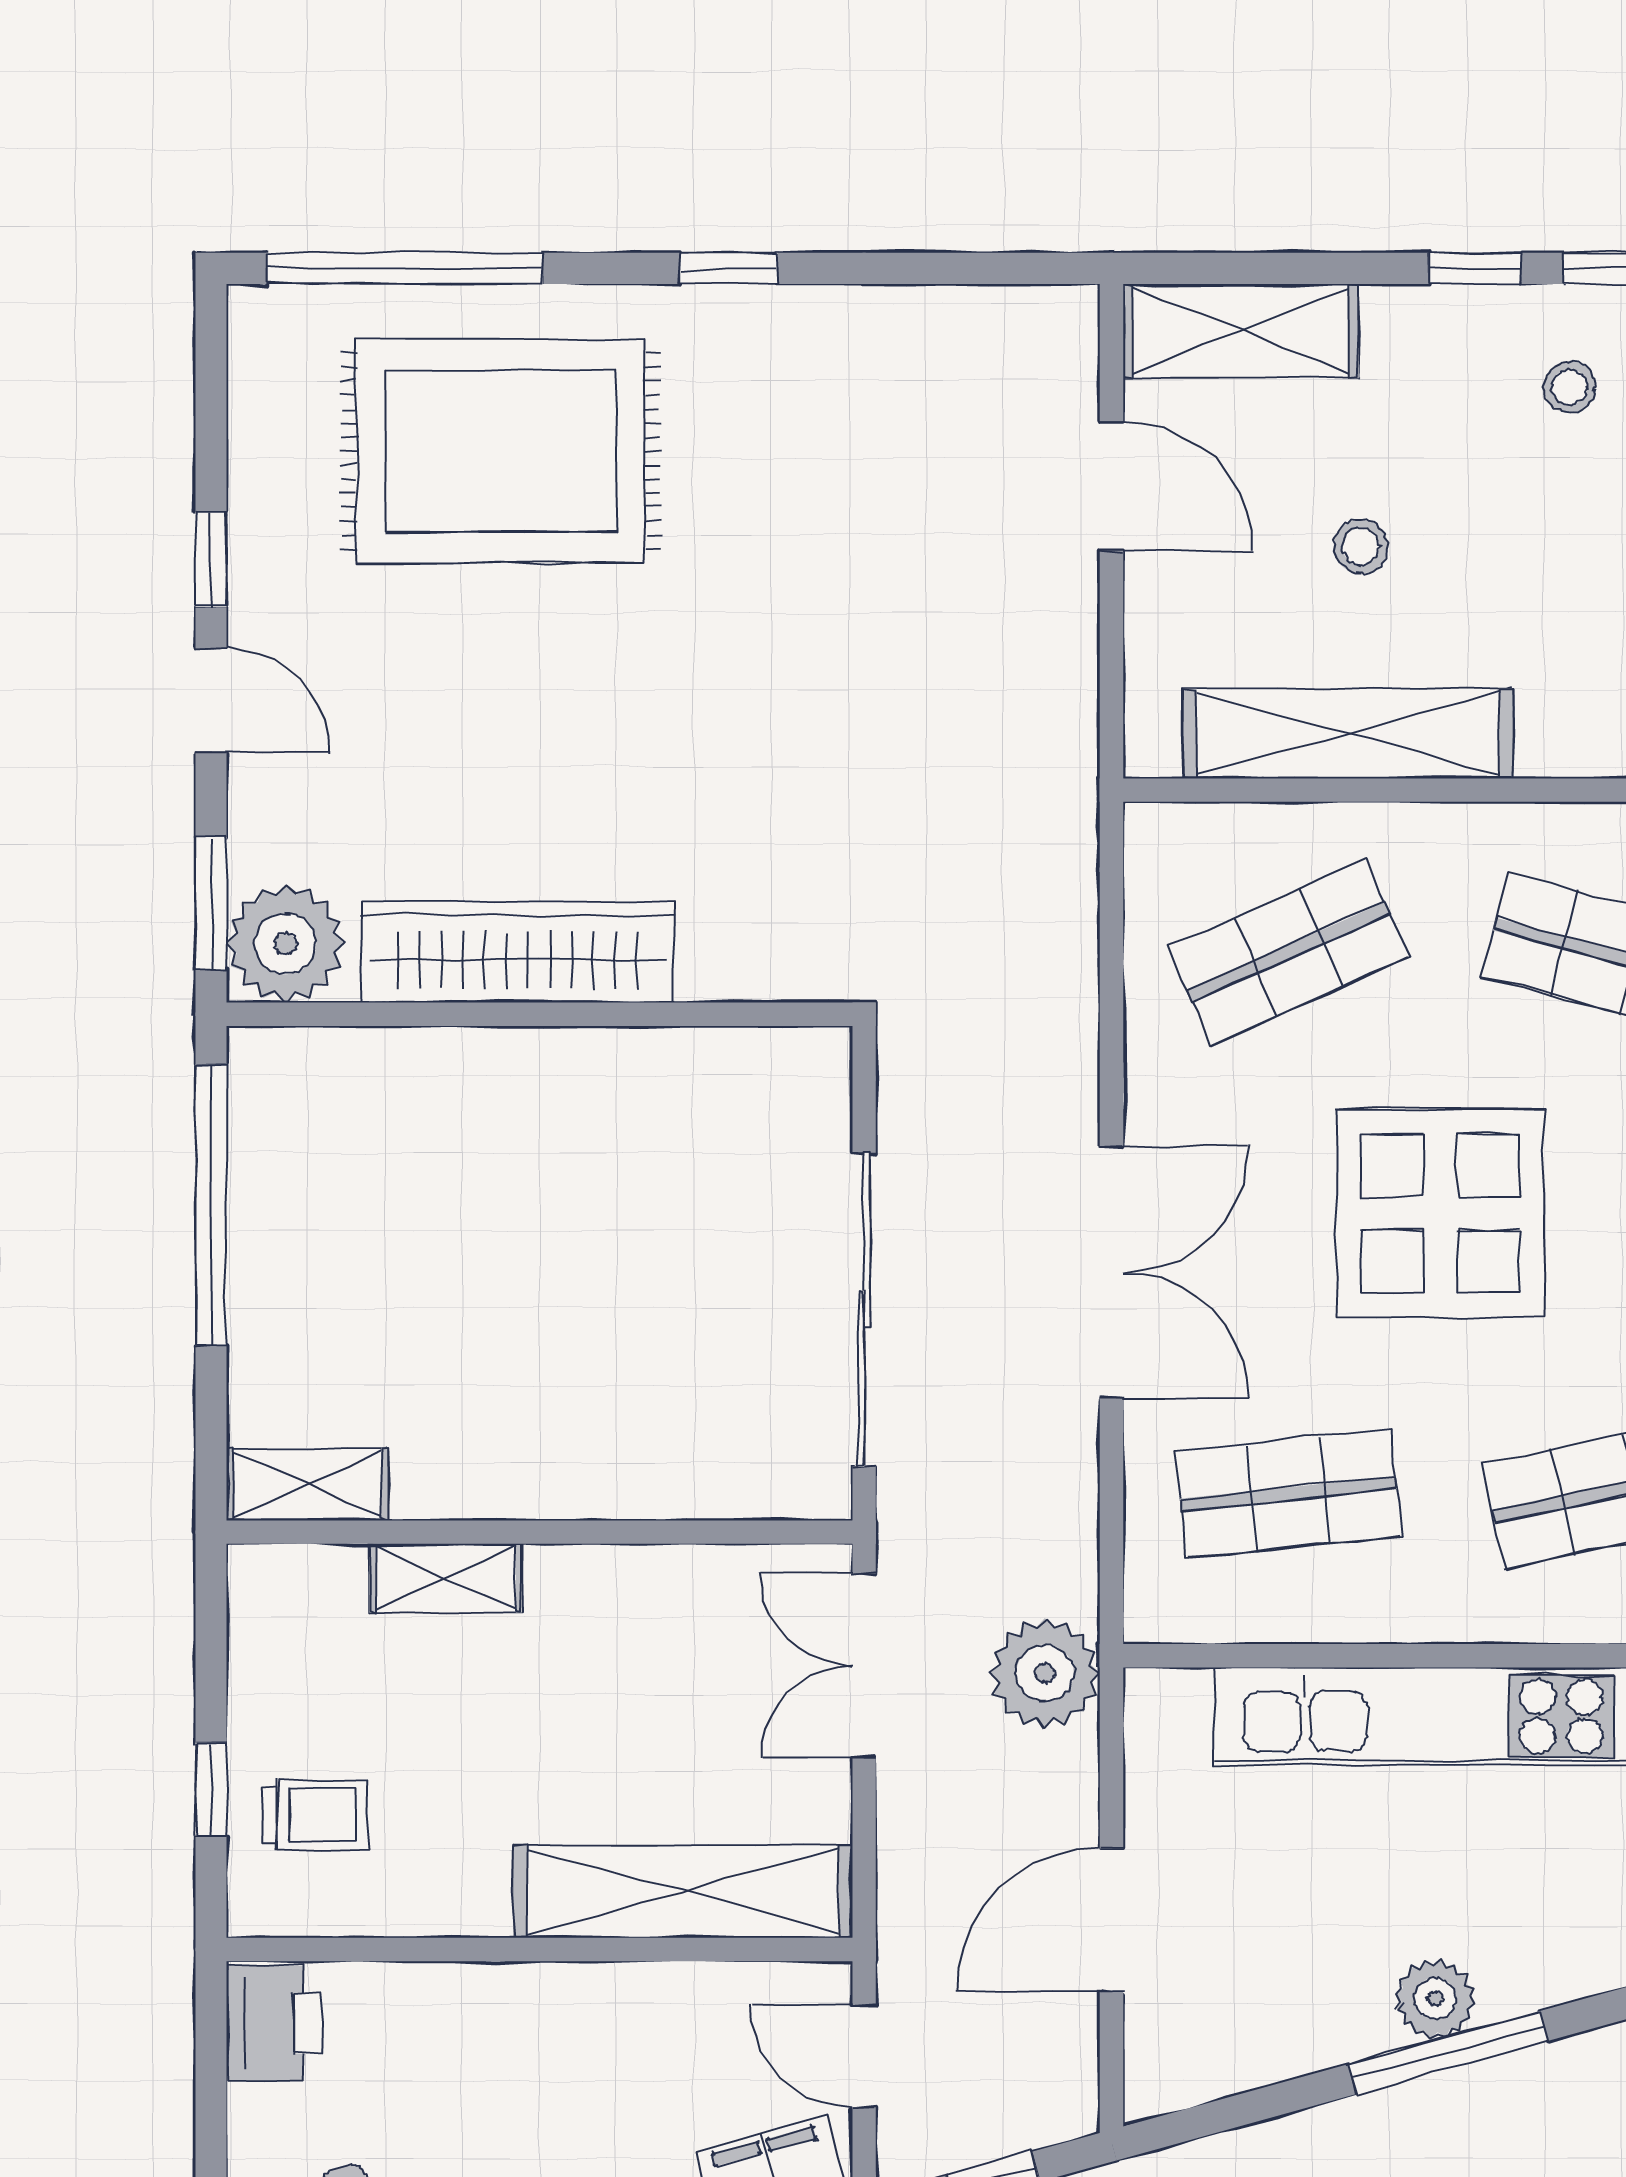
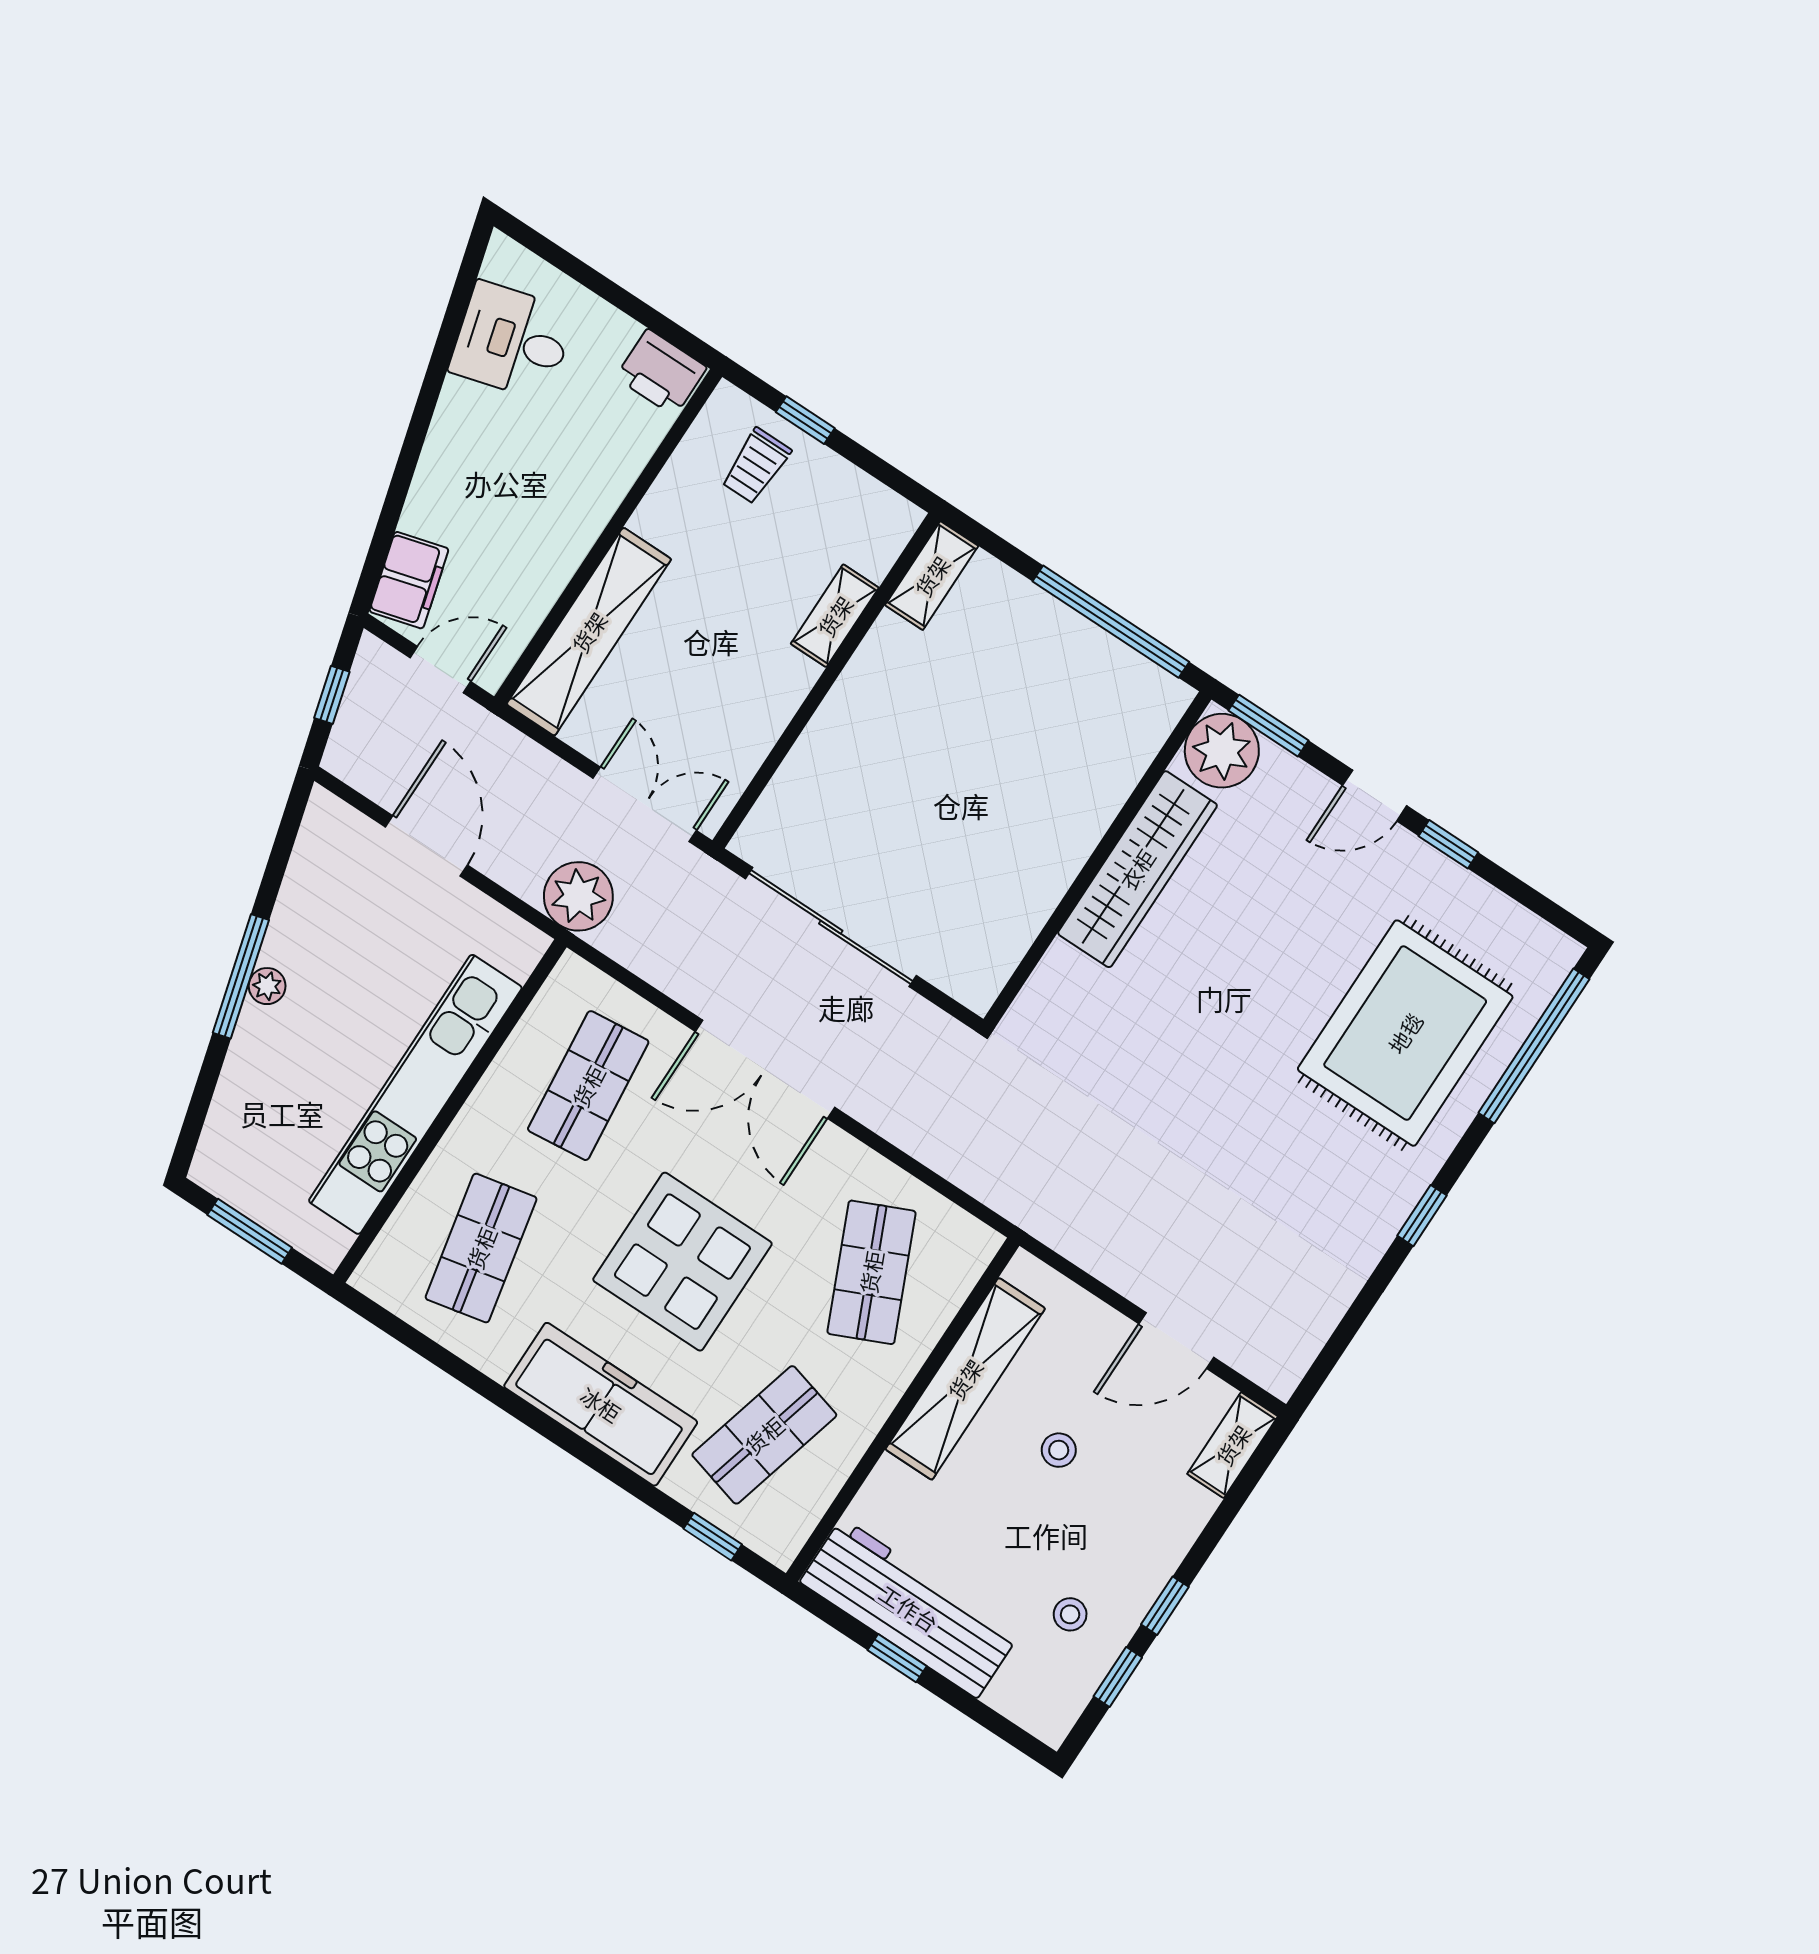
shelving: (1241, 331) -> (1233, 1445), width x0.67, depth x0.75
plant: (1435, 1999) -> (267, 986), width x0.73, depth x0.73

